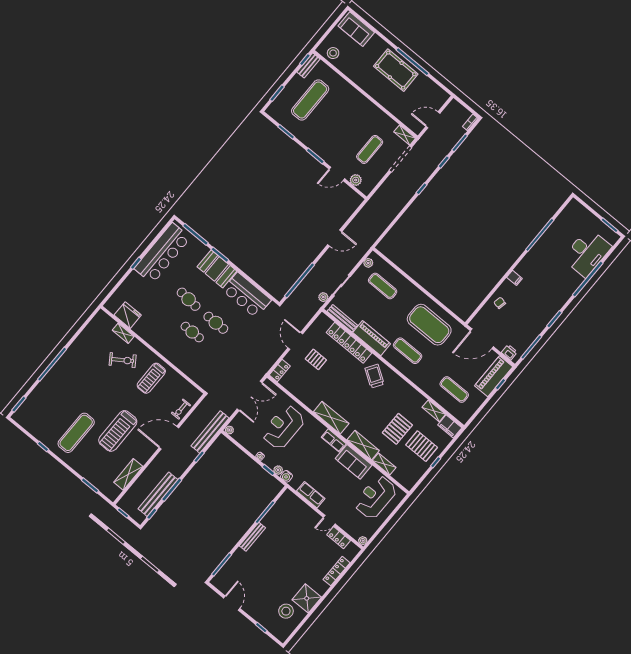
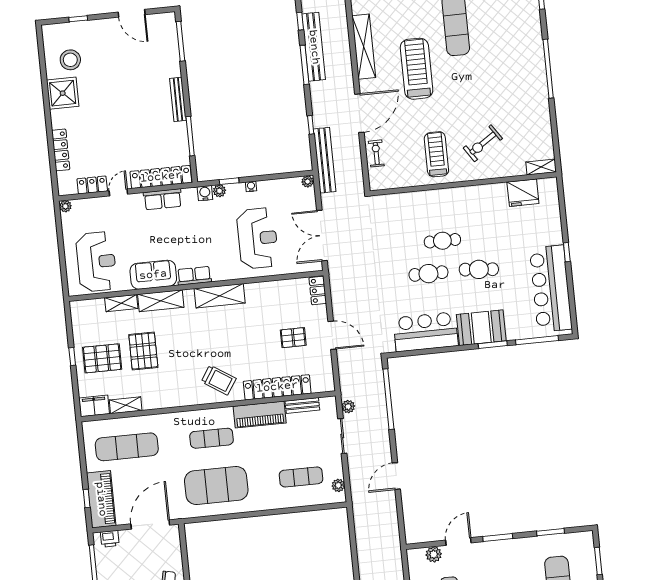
bench: (342, 318) -> (302, 405), width x0.73
shelving: (123, 333) -> (541, 167), moved
exercise mat: (454, 389) -> (127, 447), width x1.36, depth x1.45
shelving: (128, 474) -> (364, 47), width x1.47
locker: (300, 507) -> (161, 177), added

